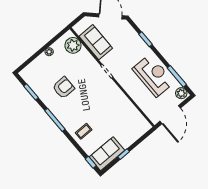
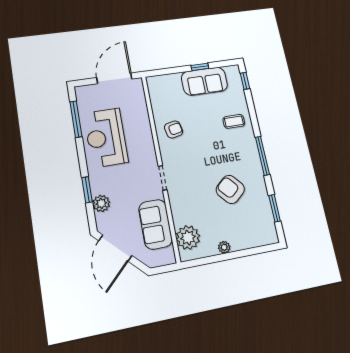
armchair: (63, 88) -> (230, 189), turned 49
plant: (181, 93) -> (101, 203), moved
armchair: (117, 104) -> (174, 129), added
sofa: (107, 154) -> (204, 81), moved

